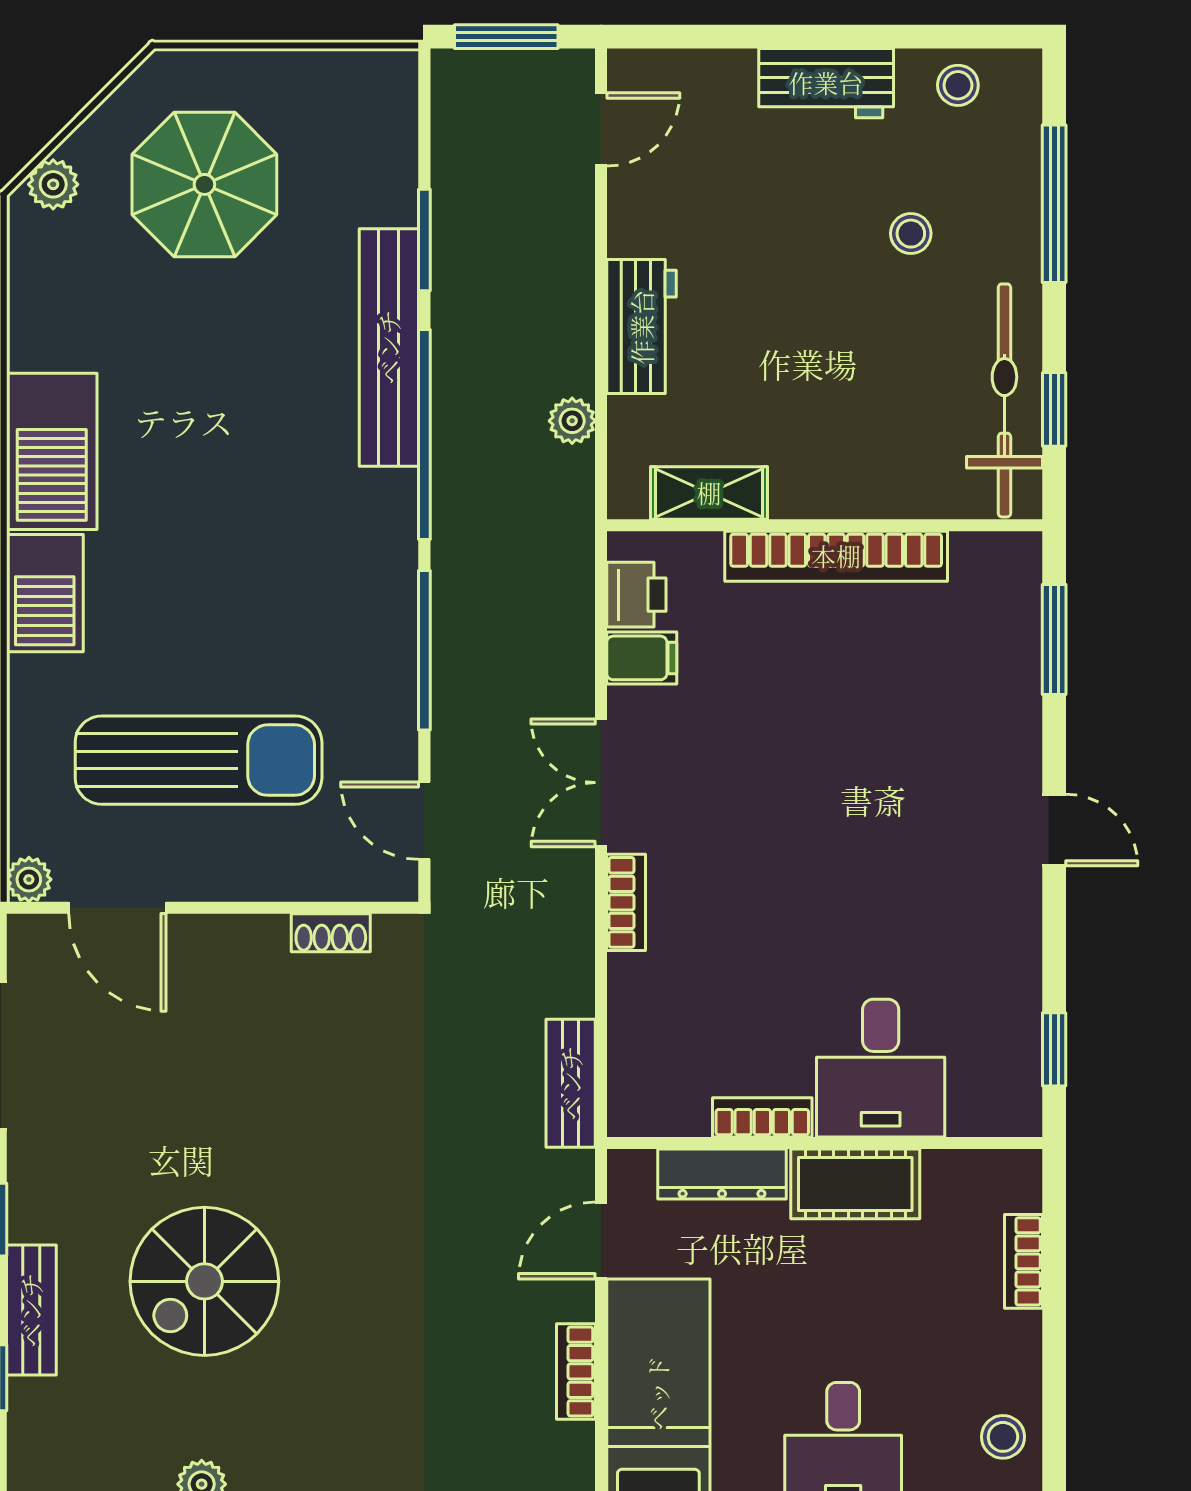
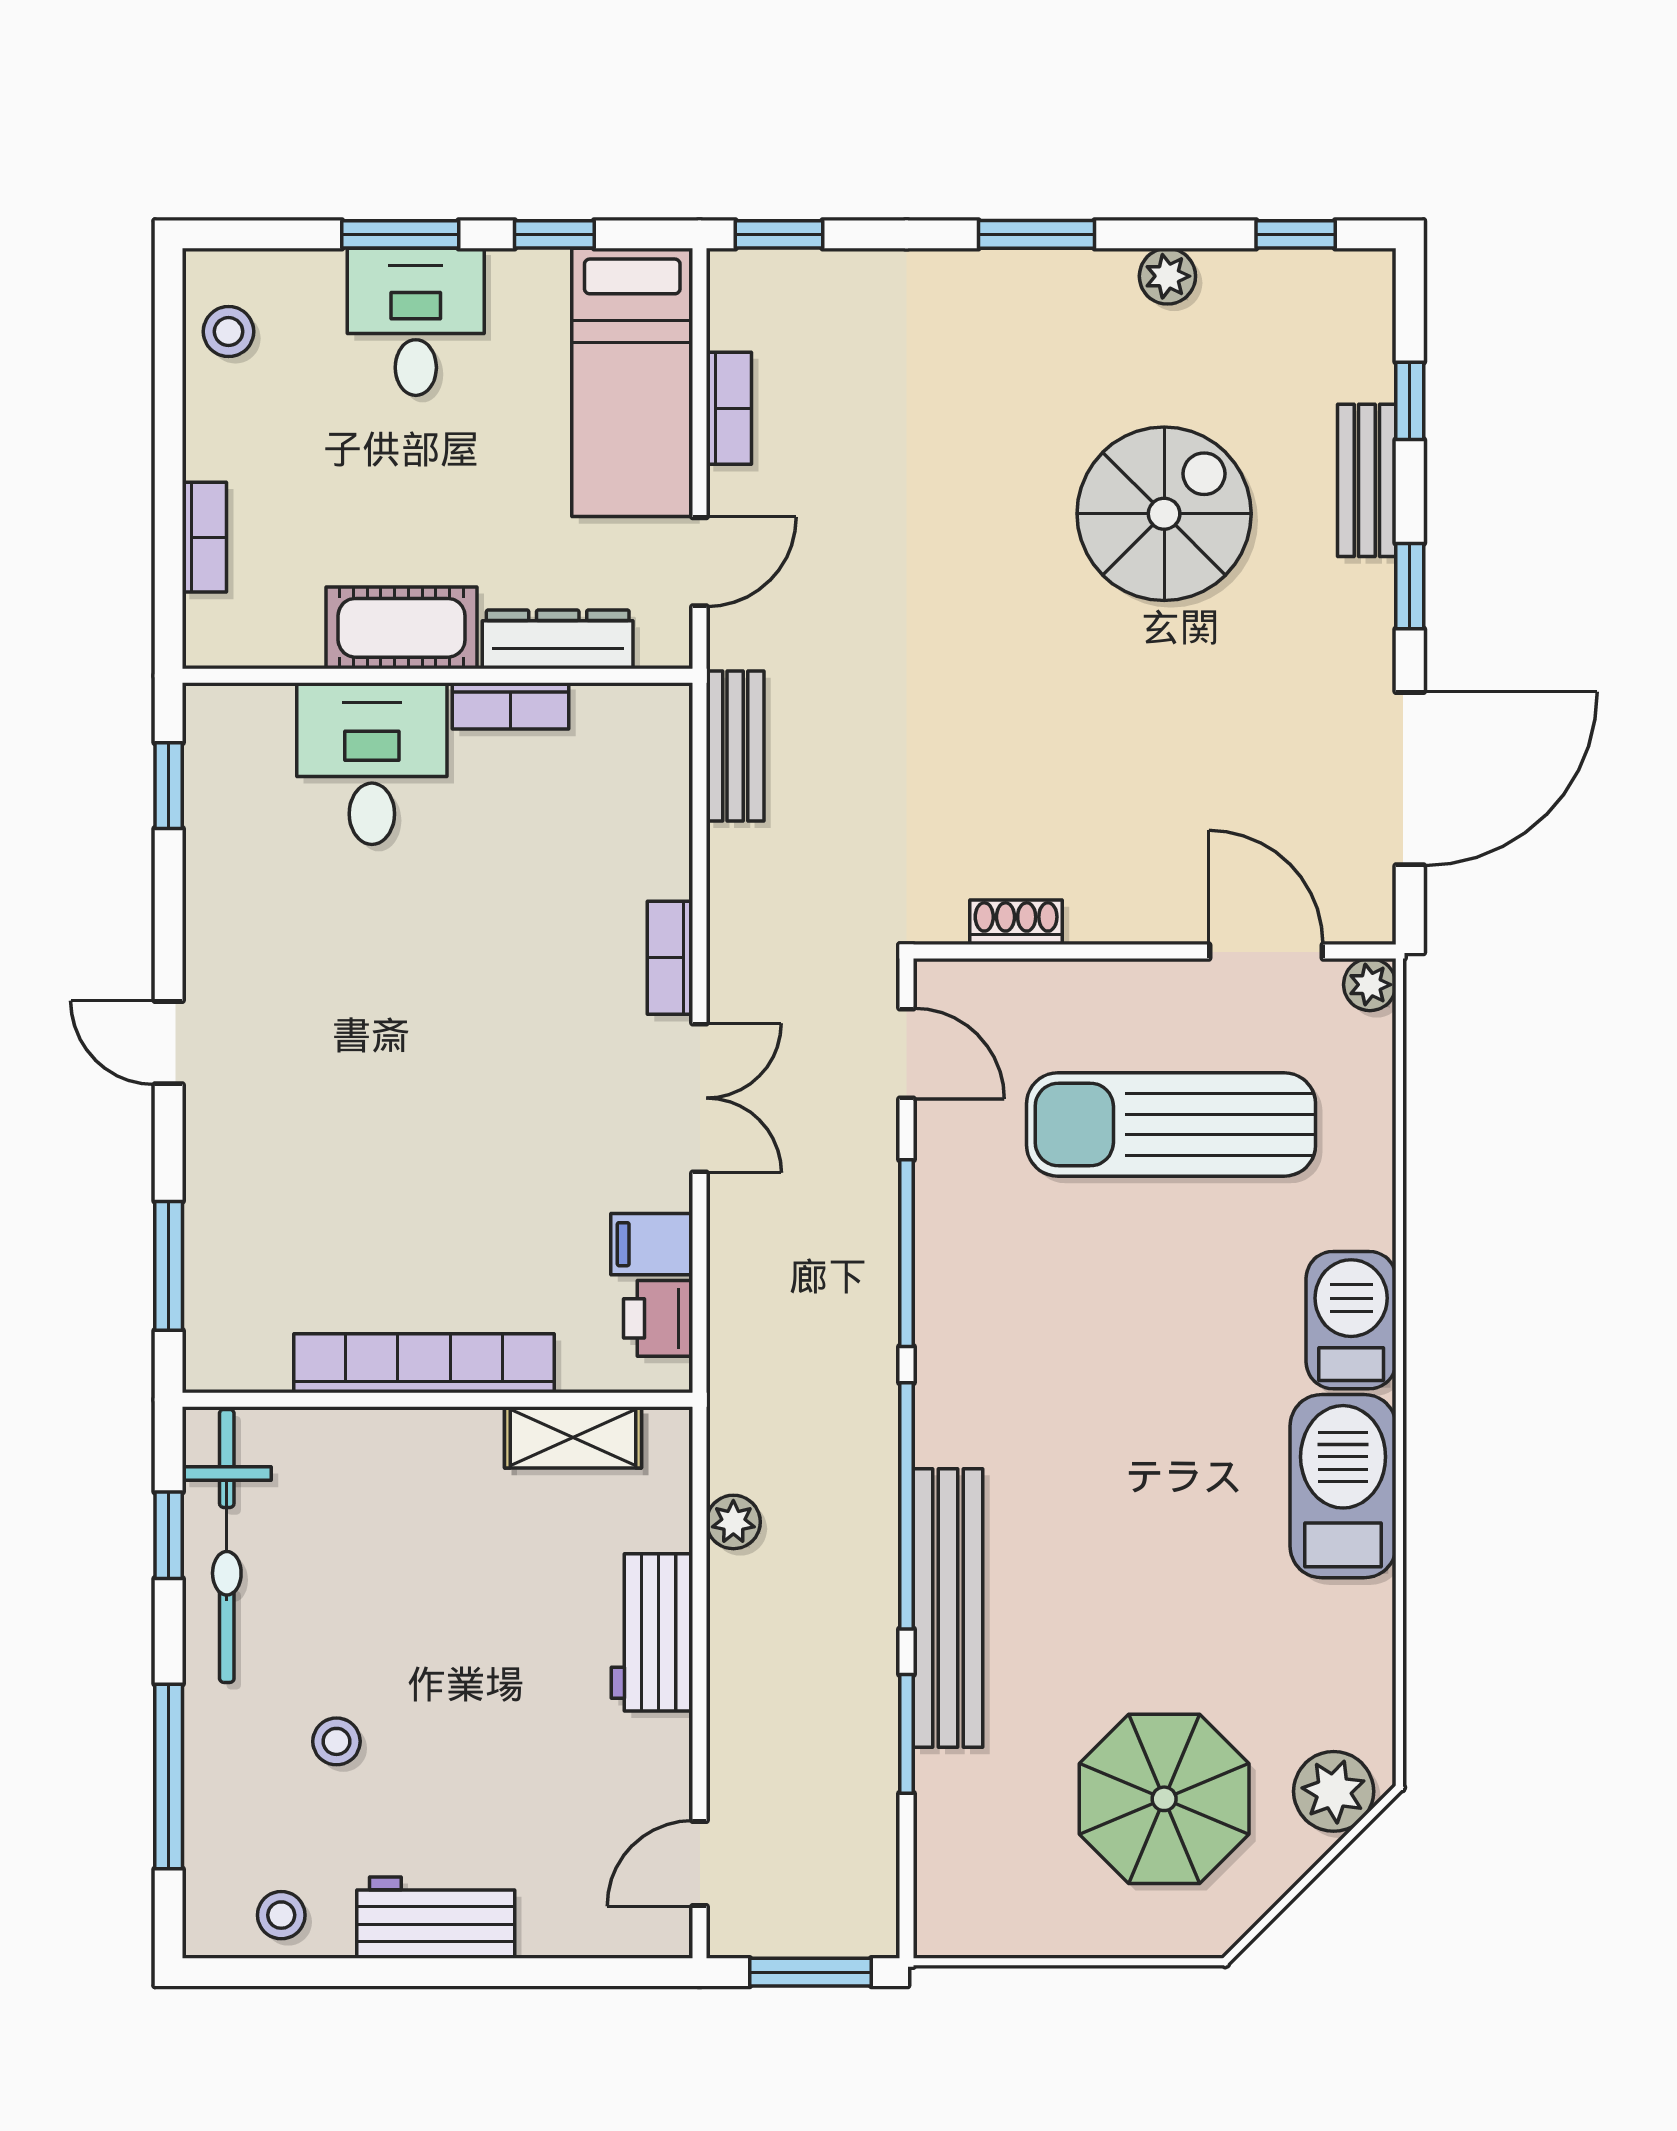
plant: (53, 184) -> (1334, 1791), width x1.38, depth x1.38

